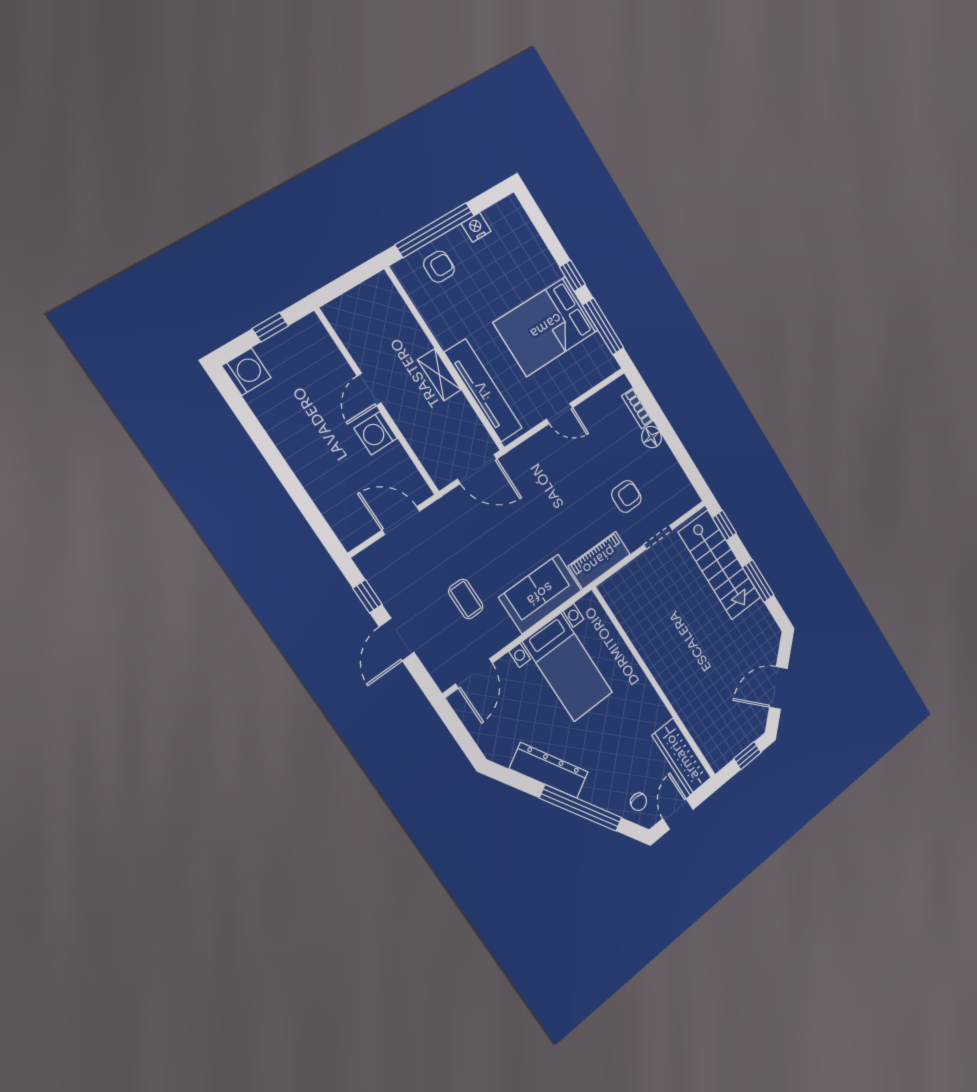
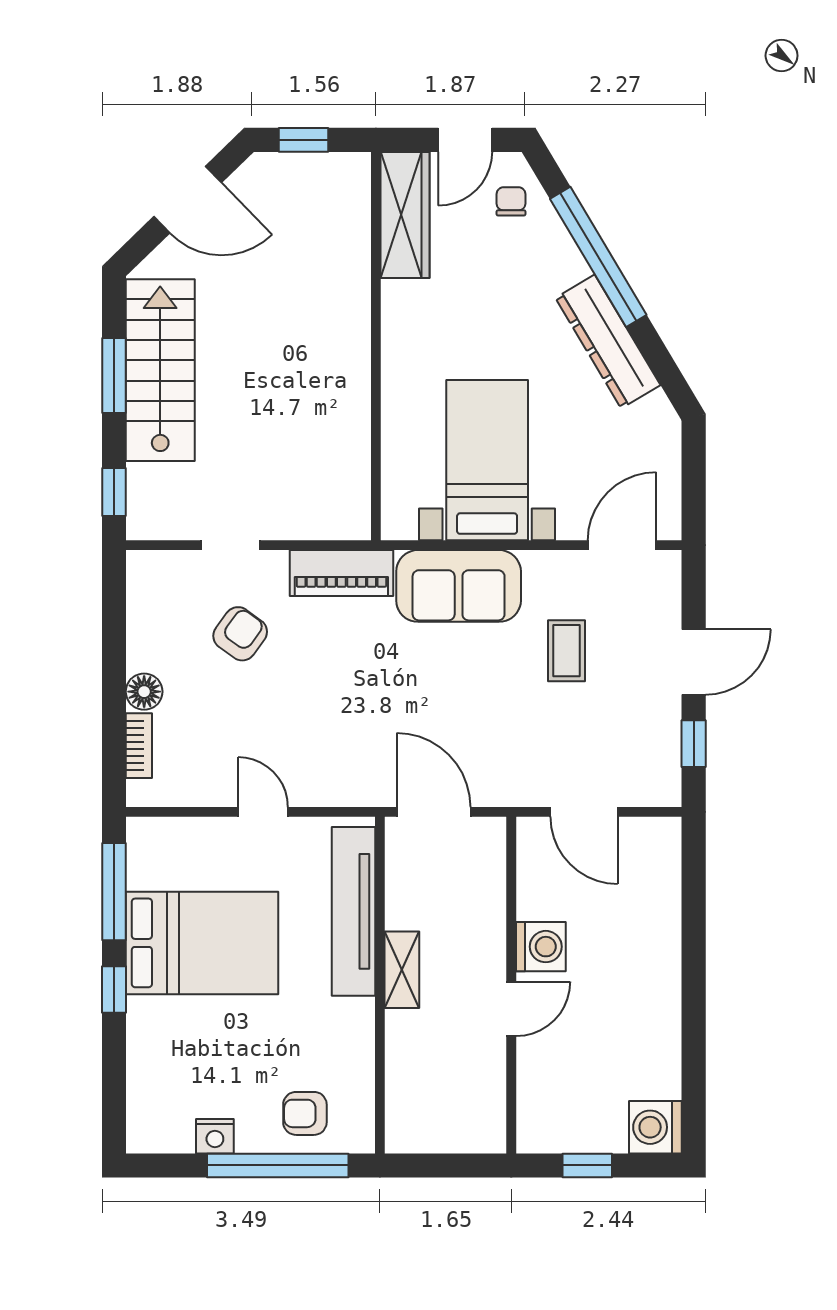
armchair: (626, 496) -> (240, 634), turned 126
stairs: (720, 565) -> (160, 370), moved

